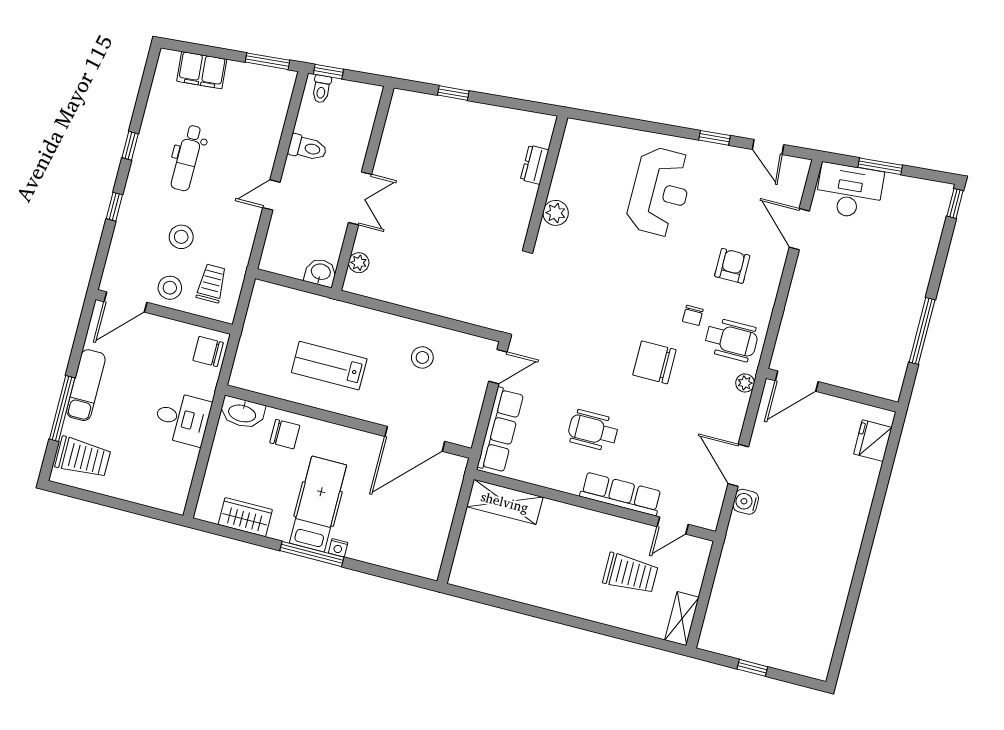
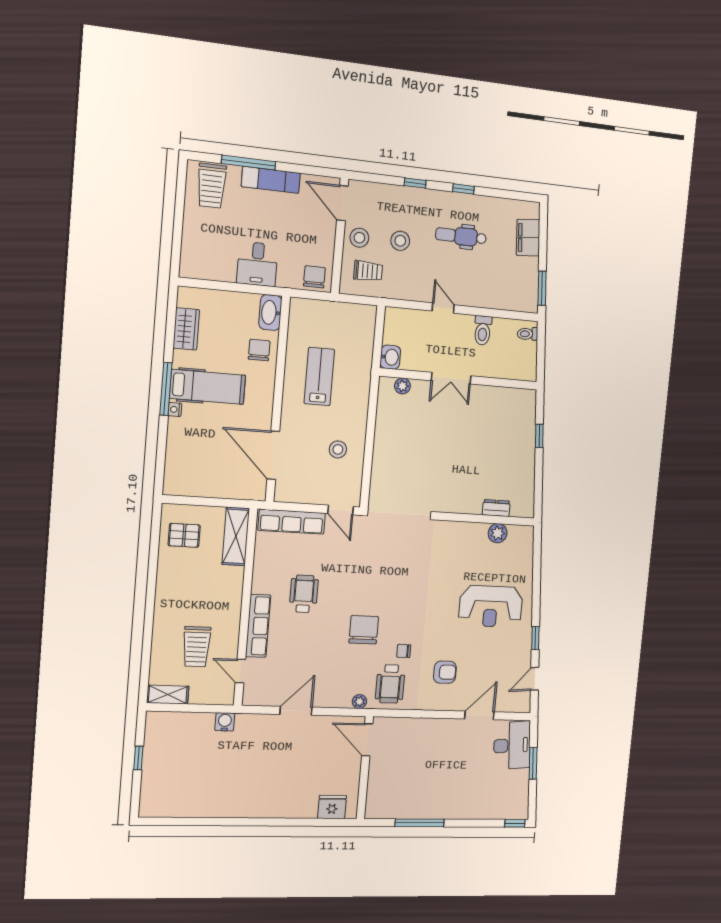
window: (328, 72) -> (541, 337), removed
plant: (556, 213) -> (498, 533), moved
chair: (285, 434) -> (259, 350), turned 180
water cooler: (746, 502) -> (225, 722), moved
pallet: (491, 564) -> (184, 535), added

